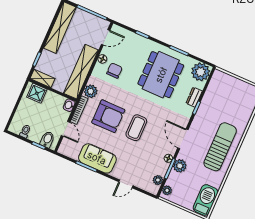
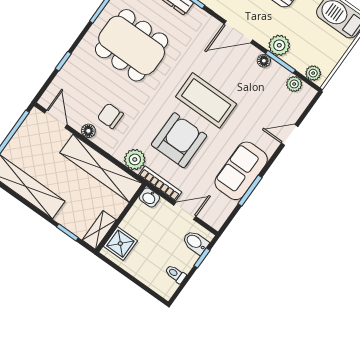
coffee table: (136, 128) -> (206, 100), width x1.36, depth x1.32
door: (126, 184) -> (290, 135), swing flipped

